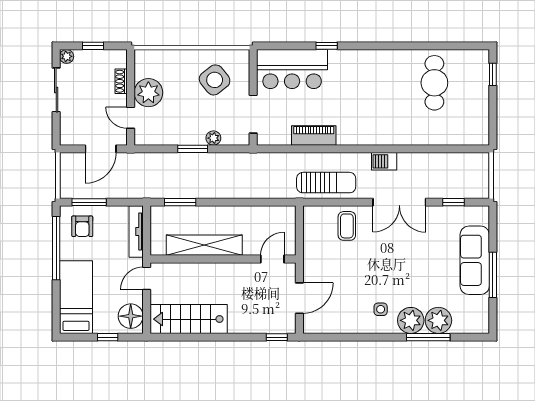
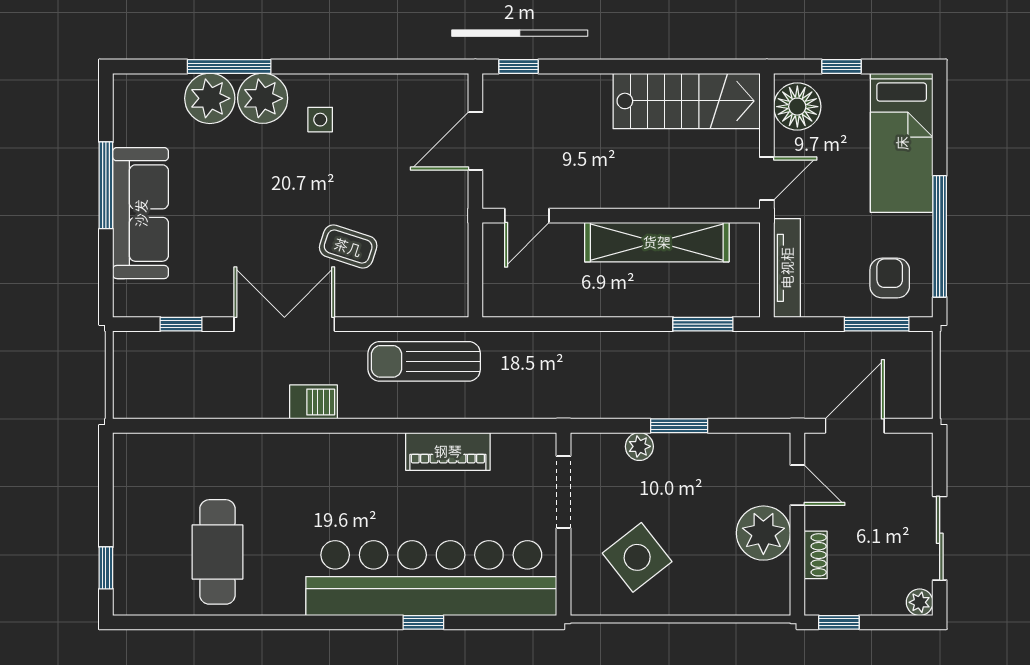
window: (93, 46) -> (839, 622), moved
bar counter: (292, 69) -> (431, 578), width x1.86
coffee table: (347, 226) -> (348, 247), moved, turned -72

